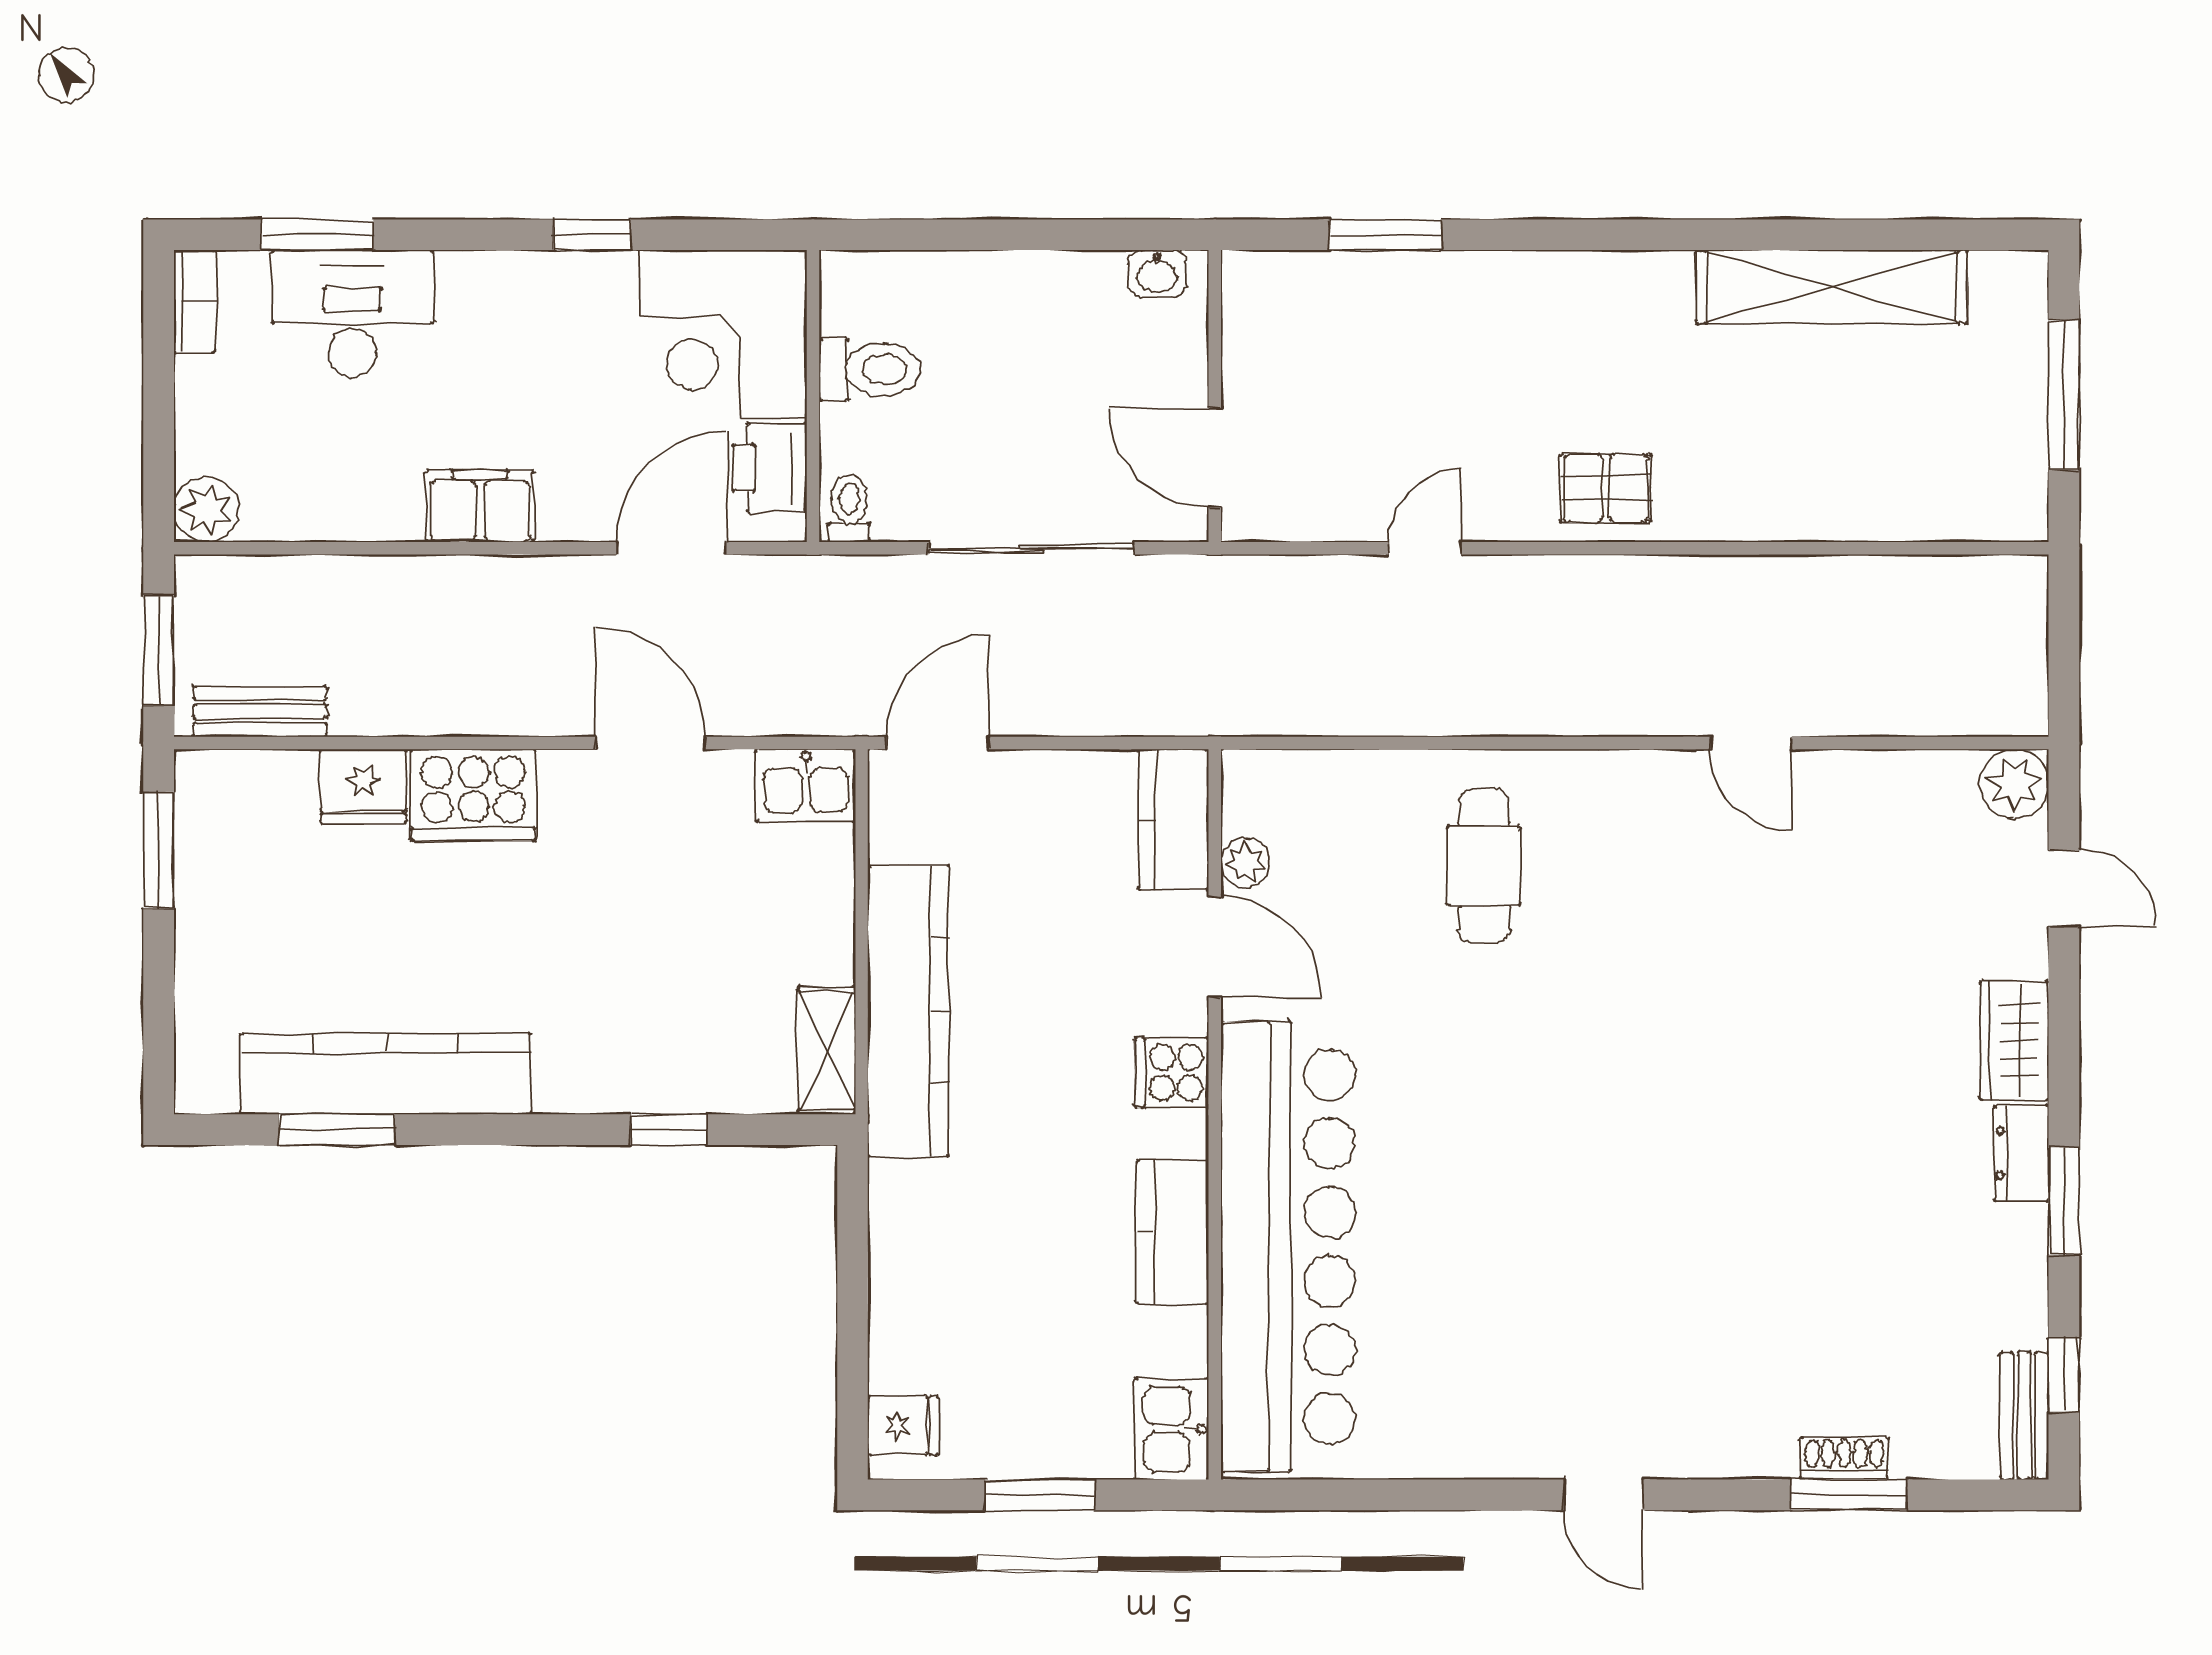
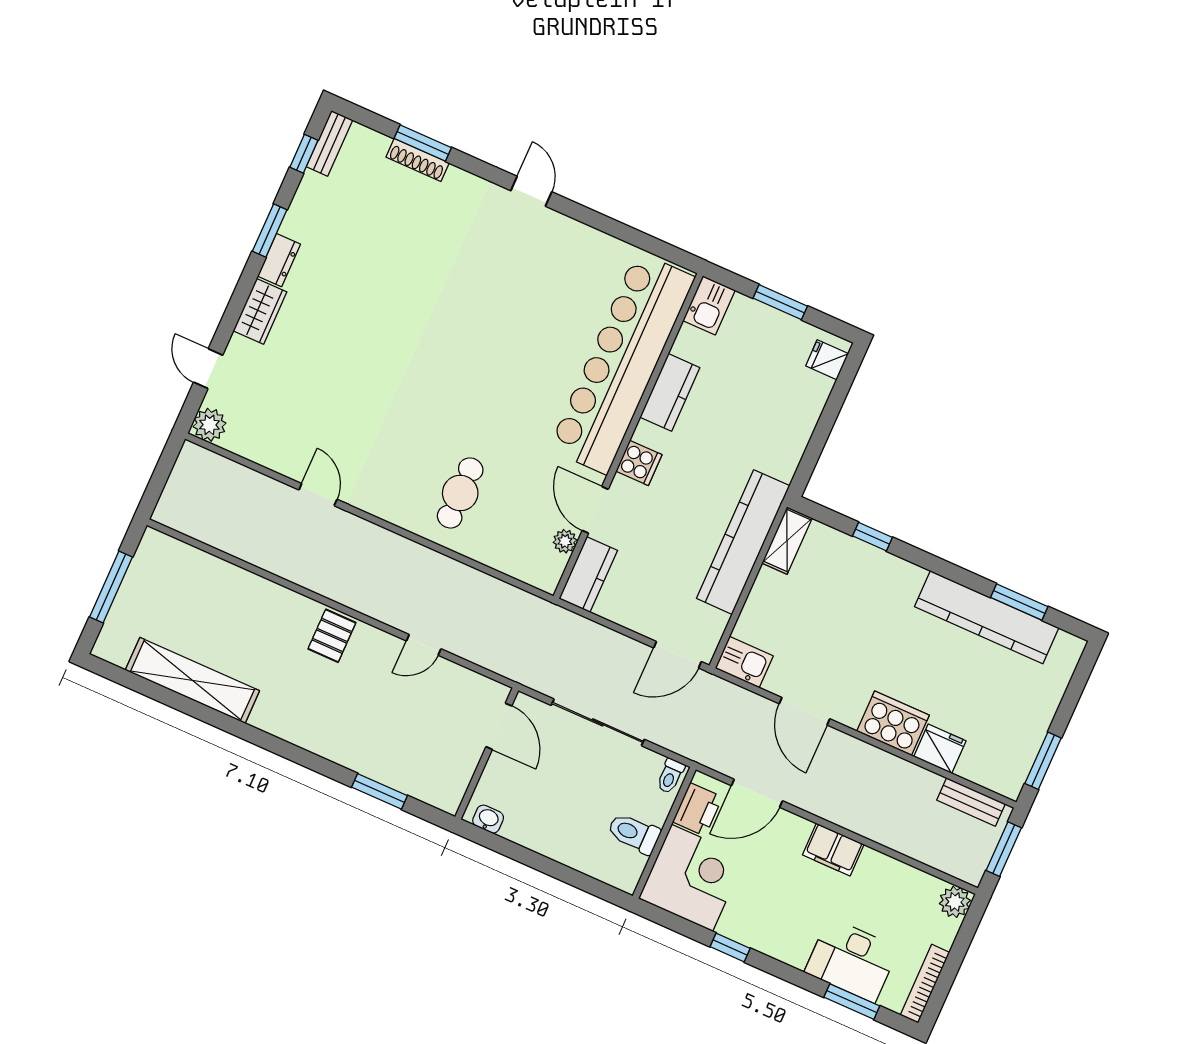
bookcase: (194, 301) -> (925, 984), width x1.56
pallet: (1606, 488) -> (332, 636), turned 90
shoe rack: (1844, 1458) -> (418, 160), width x1.43

